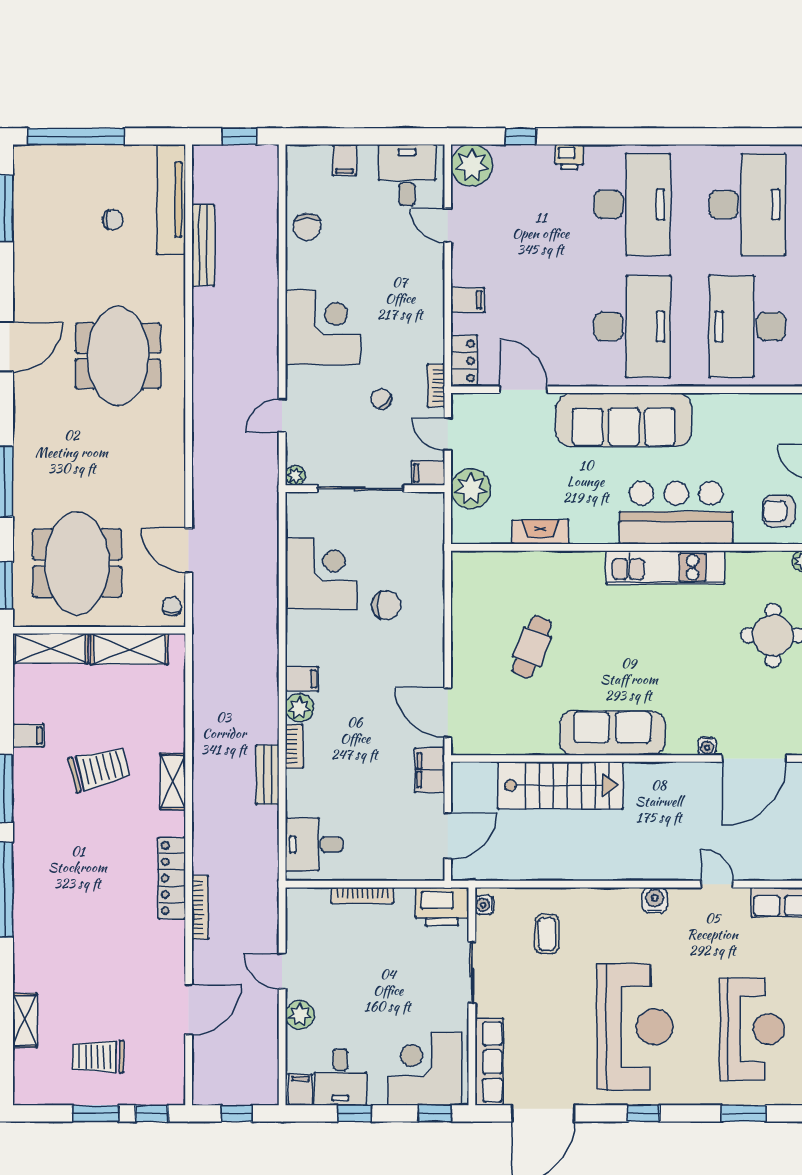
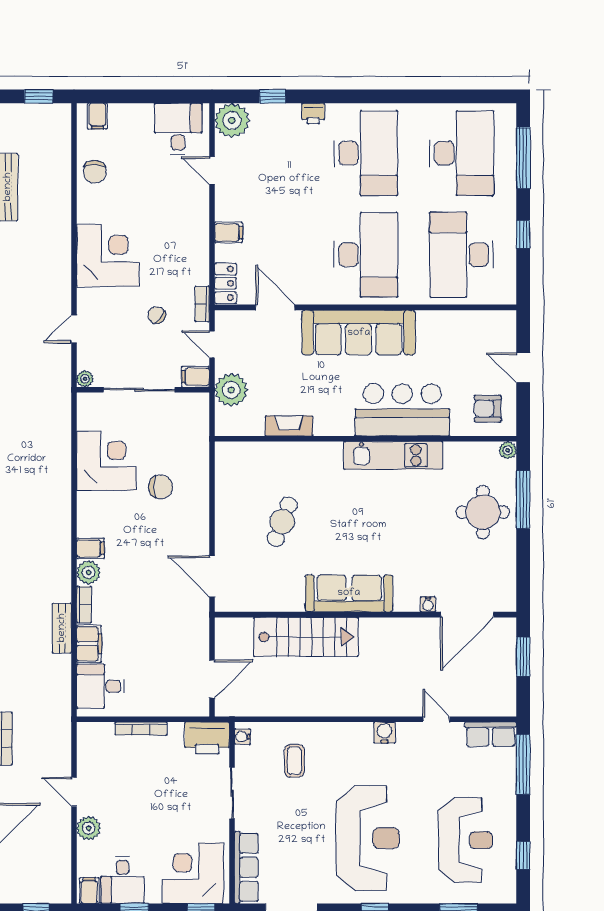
filing cabinet: (344, 160) -> (97, 116), moved
filing cabinet: (430, 770) -> (89, 644), moved, turned 180

